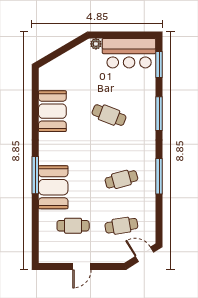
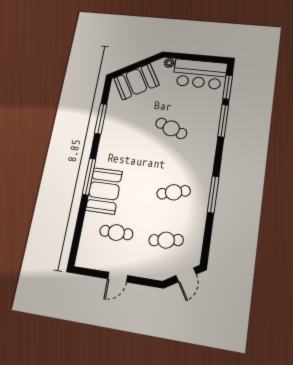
booth: (52, 111) -> (136, 82), moved, turned 59
window: (35, 114) -> (101, 119), added
window: (159, 114) -> (223, 121), moved
door: (145, 254) -> (186, 275), swing flipped

